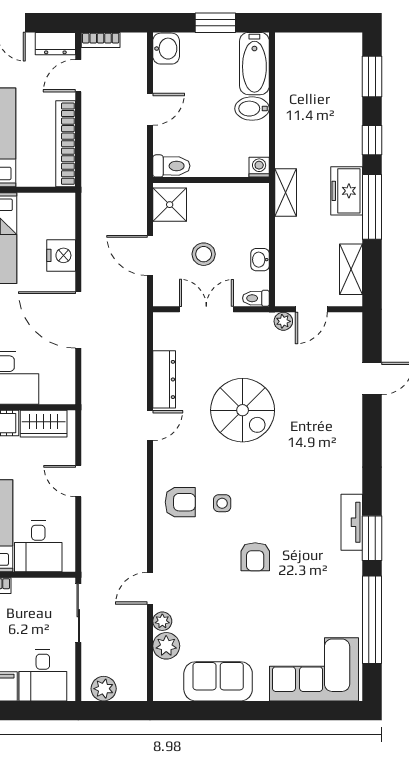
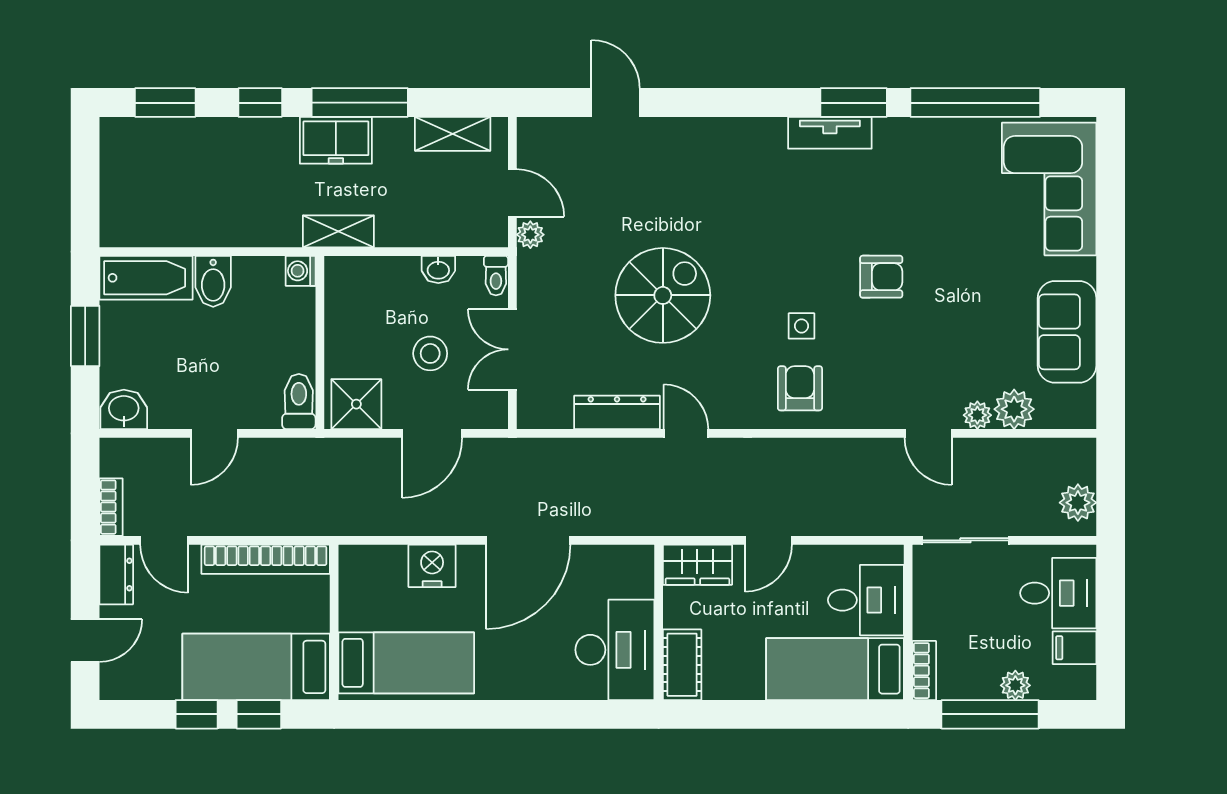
door: (150, 109) -> (214, 433), swing flipped
wardrobe: (44, 424) -> (697, 565), moved, turned 90

